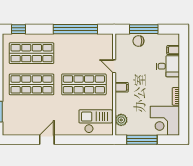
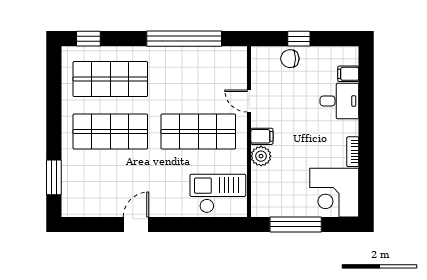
window: (144, 29) -> (299, 39), width x0.46
plant: (121, 120) -> (261, 156), moved

